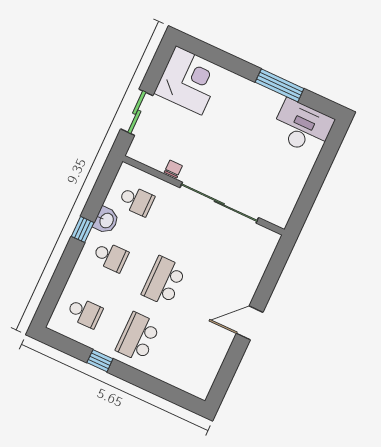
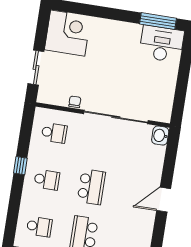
window: (280, 85) -> (158, 21), moved
washbasin: (106, 220) -> (160, 136), moved, turned 180
school desk: (164, 281) -> (91, 187), turned 180

